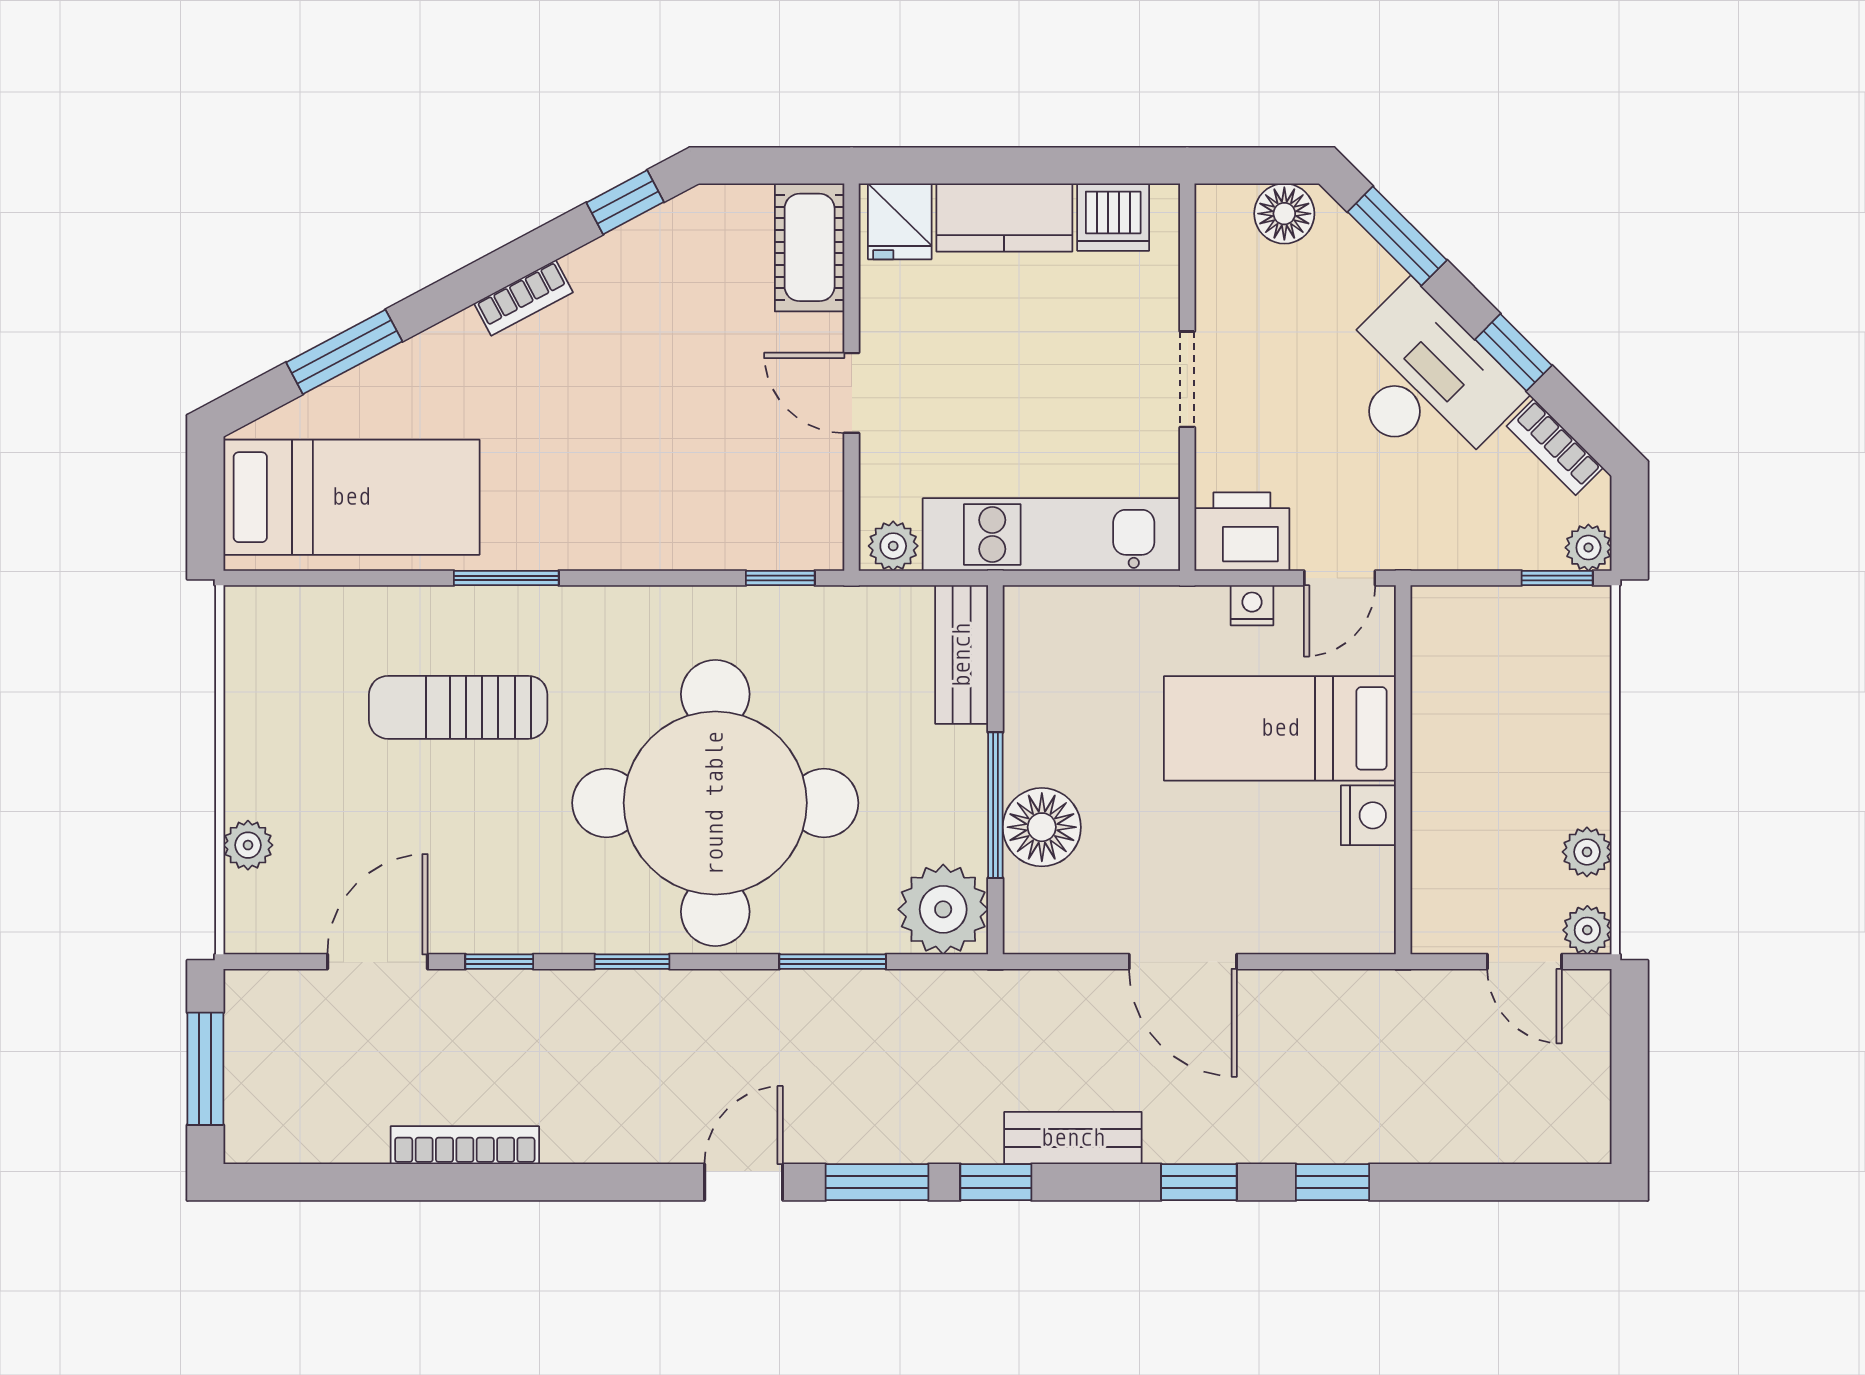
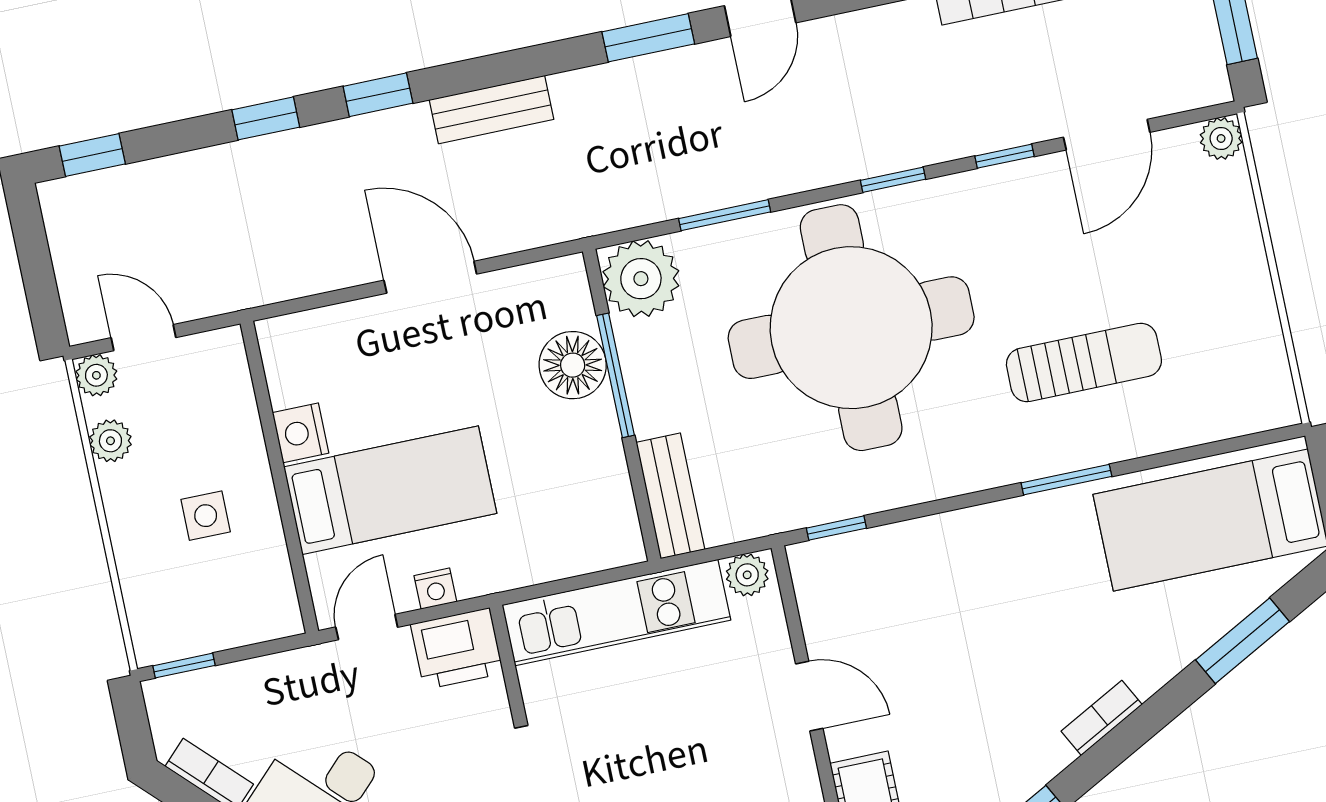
plant: (1588, 548) -> (163, 697), removed
side table: (1496, 744) -> (206, 516), added
plant: (248, 845) -> (1221, 139), moved
window: (996, 1182) -> (92, 155), moved

